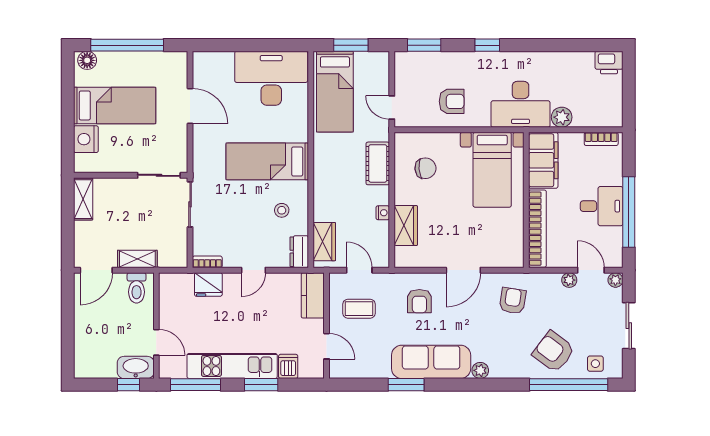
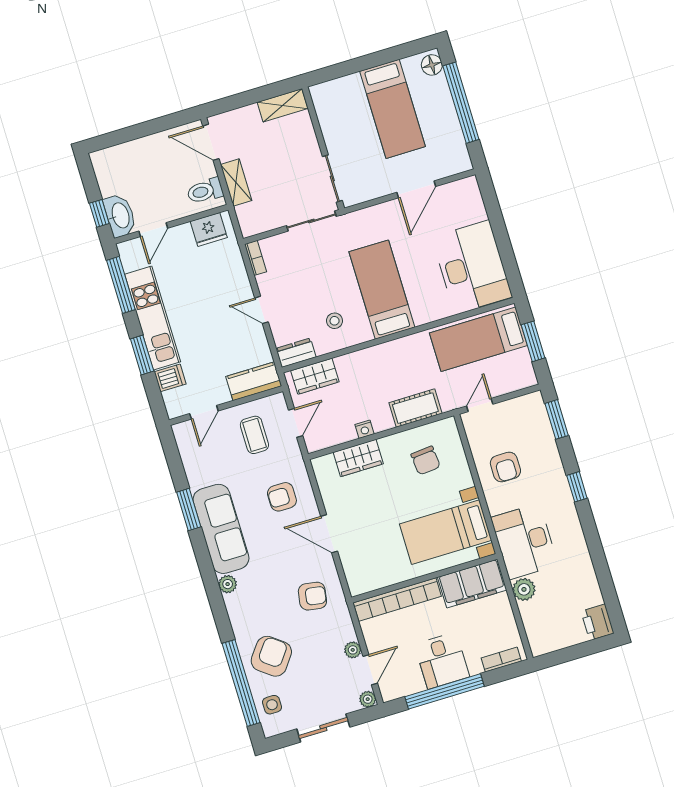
nightstand: (86, 139) -> (347, 89), removed
bookcase: (601, 139) -> (501, 660), moved, turned 90
fridge: (208, 284) -> (209, 229), moved, turned -90

